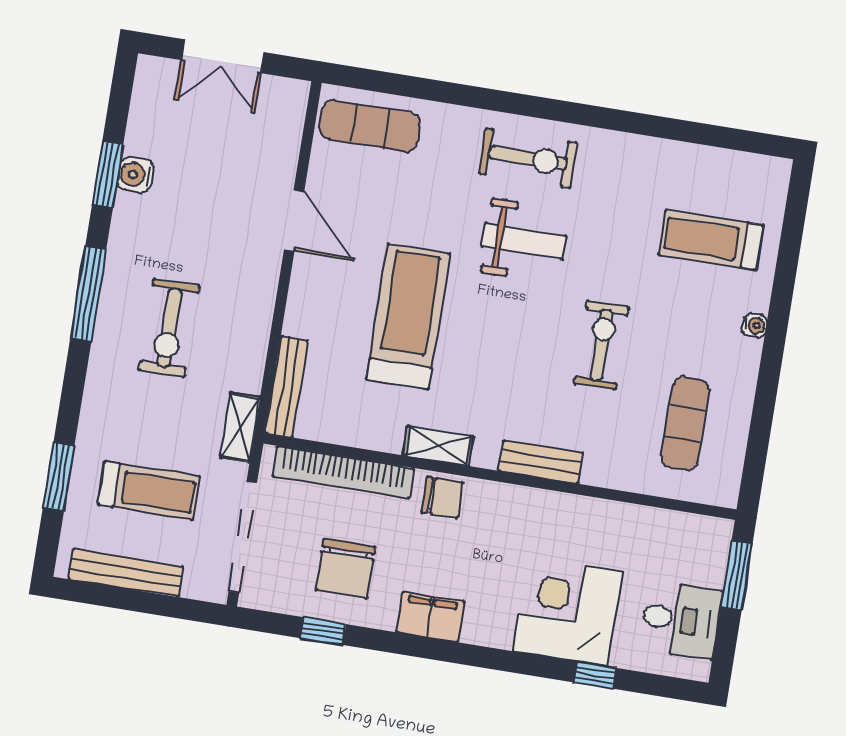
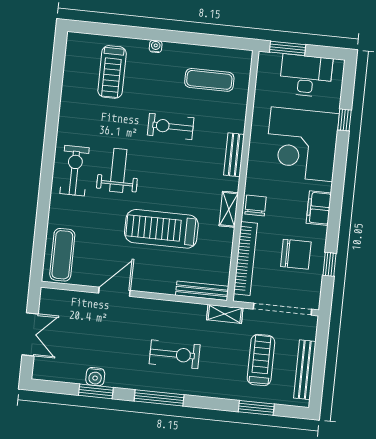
corner desk: (568, 612) -> (302, 144), width x1.36, depth x1.36
desk: (681, 620) -> (306, 76), width x1.37

